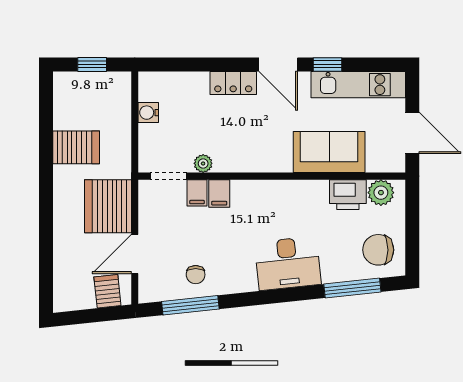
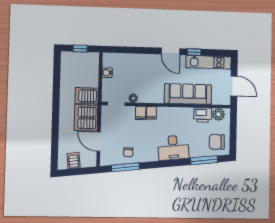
locker: (233, 83) -> (149, 60), removed
server rack: (76, 147) -> (87, 96), moved, turned 180
sofa: (329, 152) -> (188, 94), width x1.36
filing cabinet: (197, 193) -> (151, 113), moved
door: (135, 254) -> (99, 142), hinge flipped
server rack: (107, 291) -> (74, 161), moved

